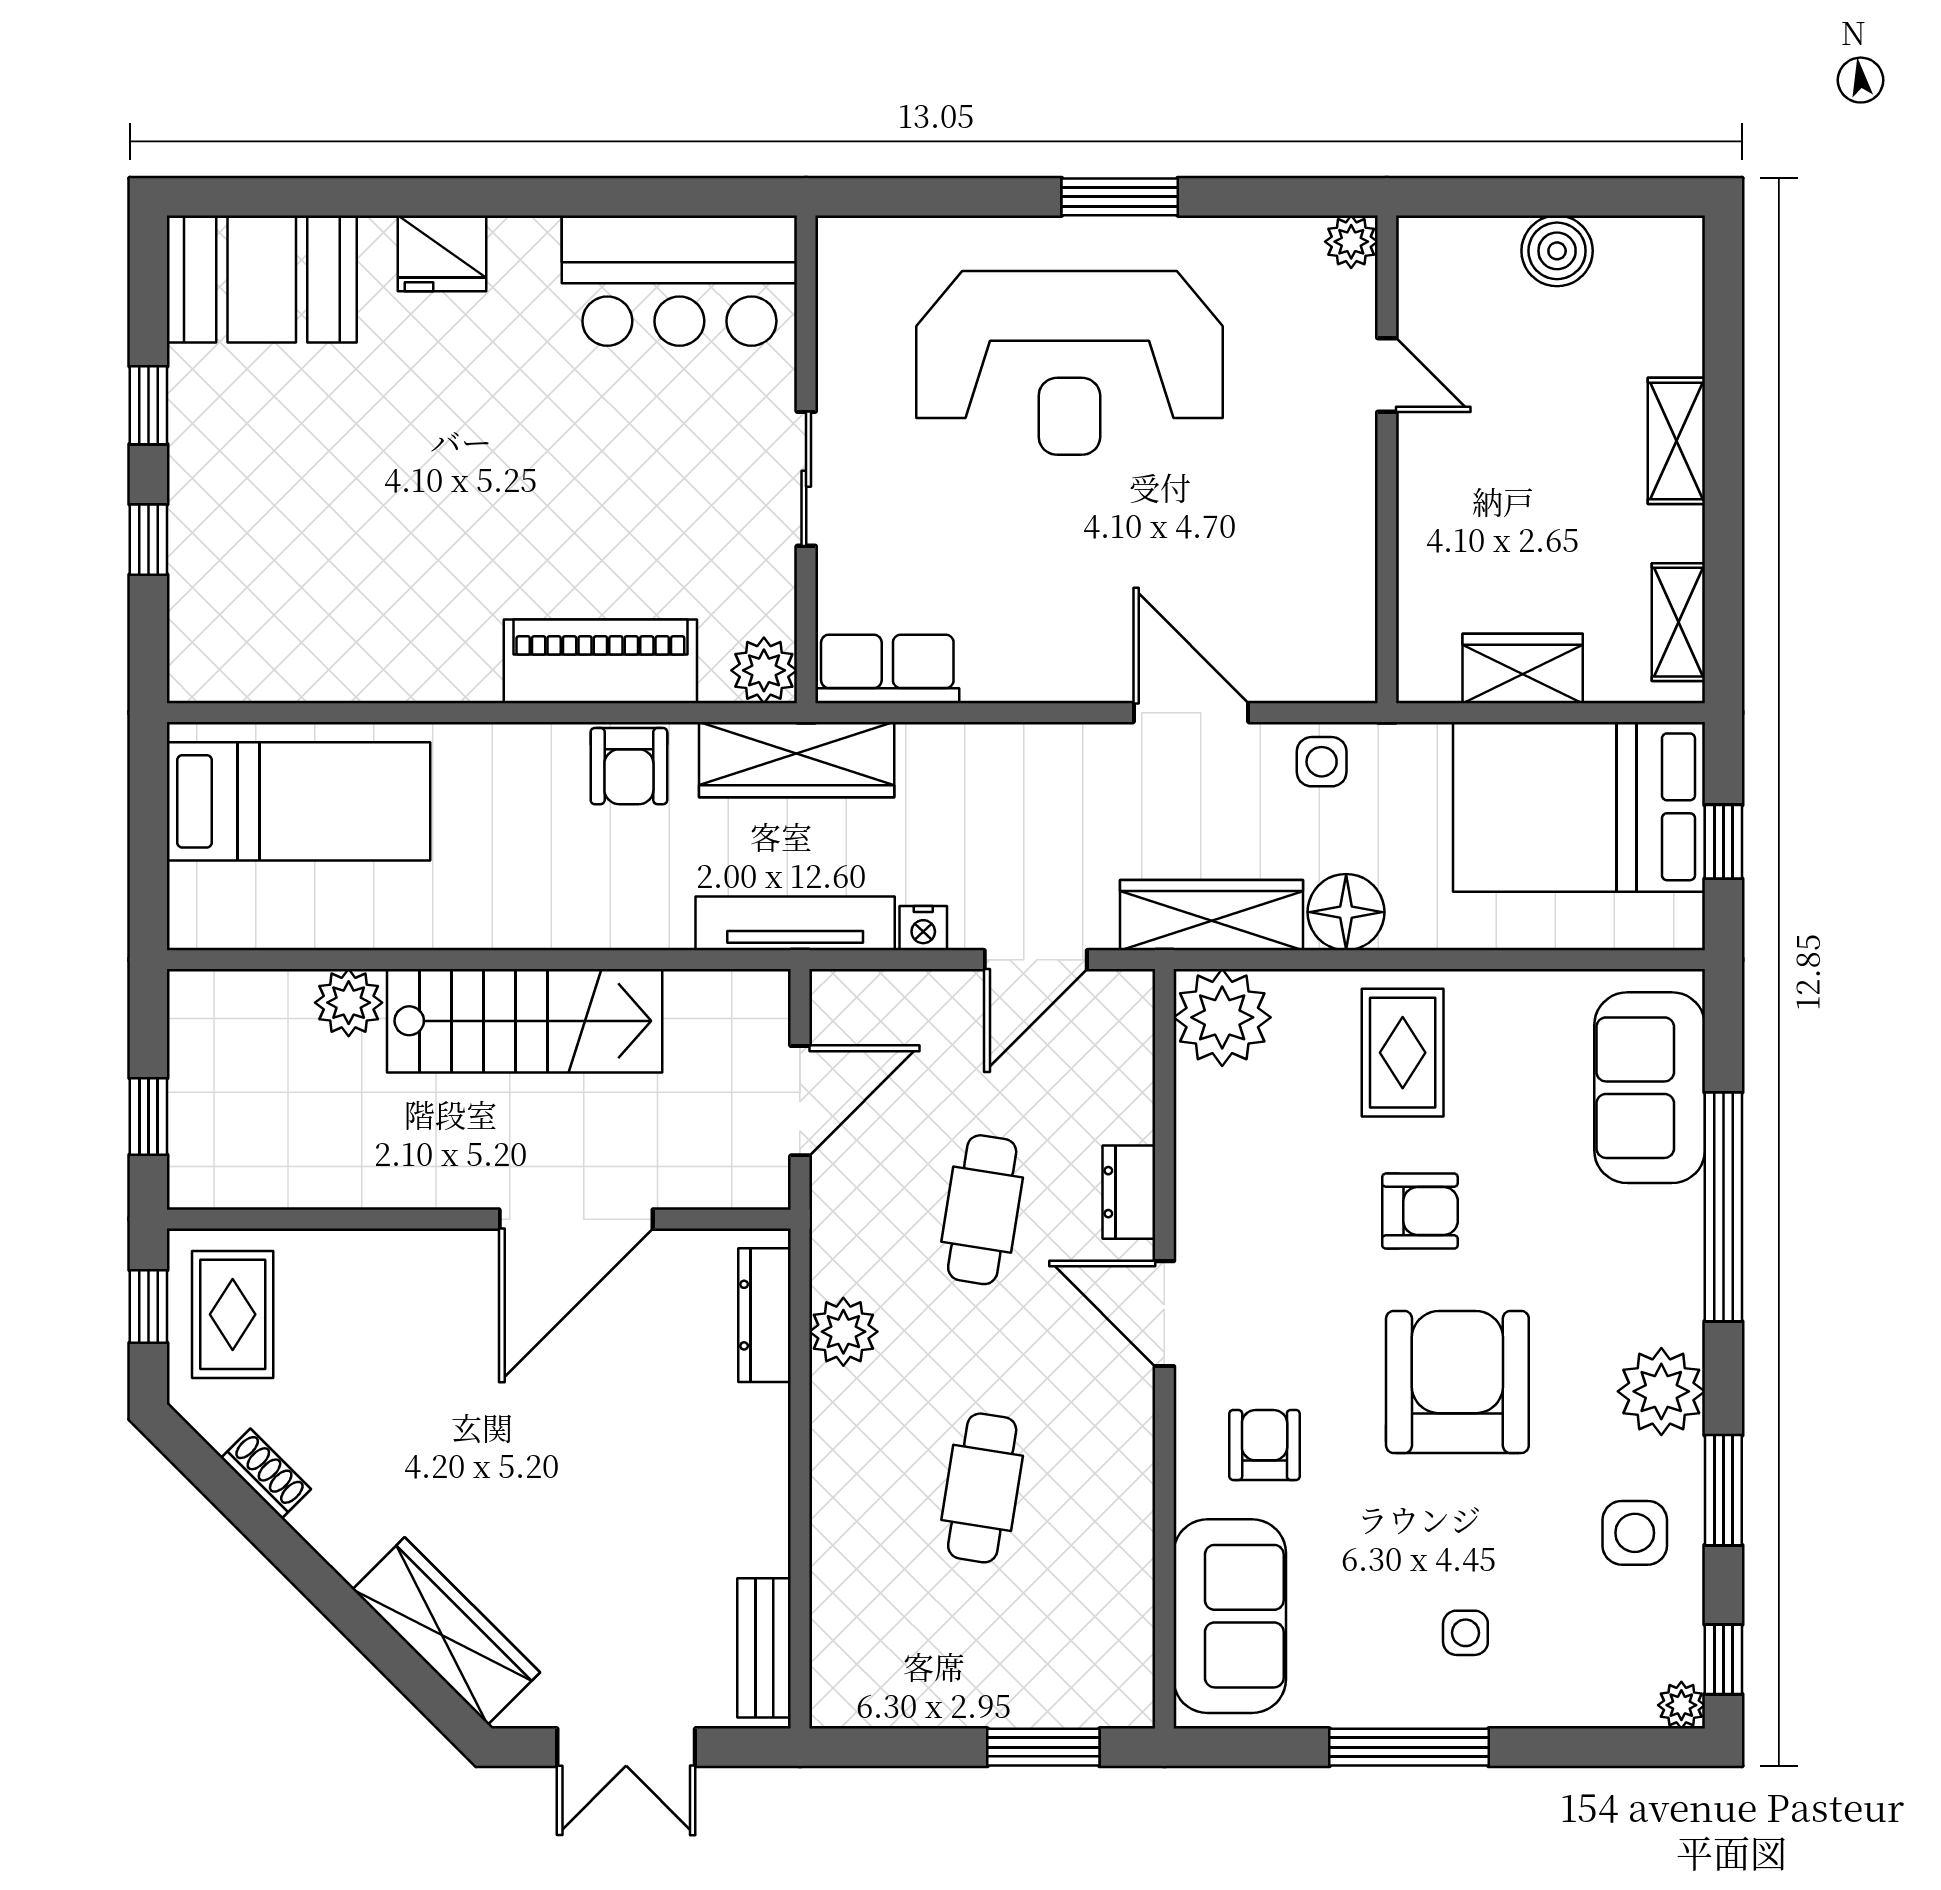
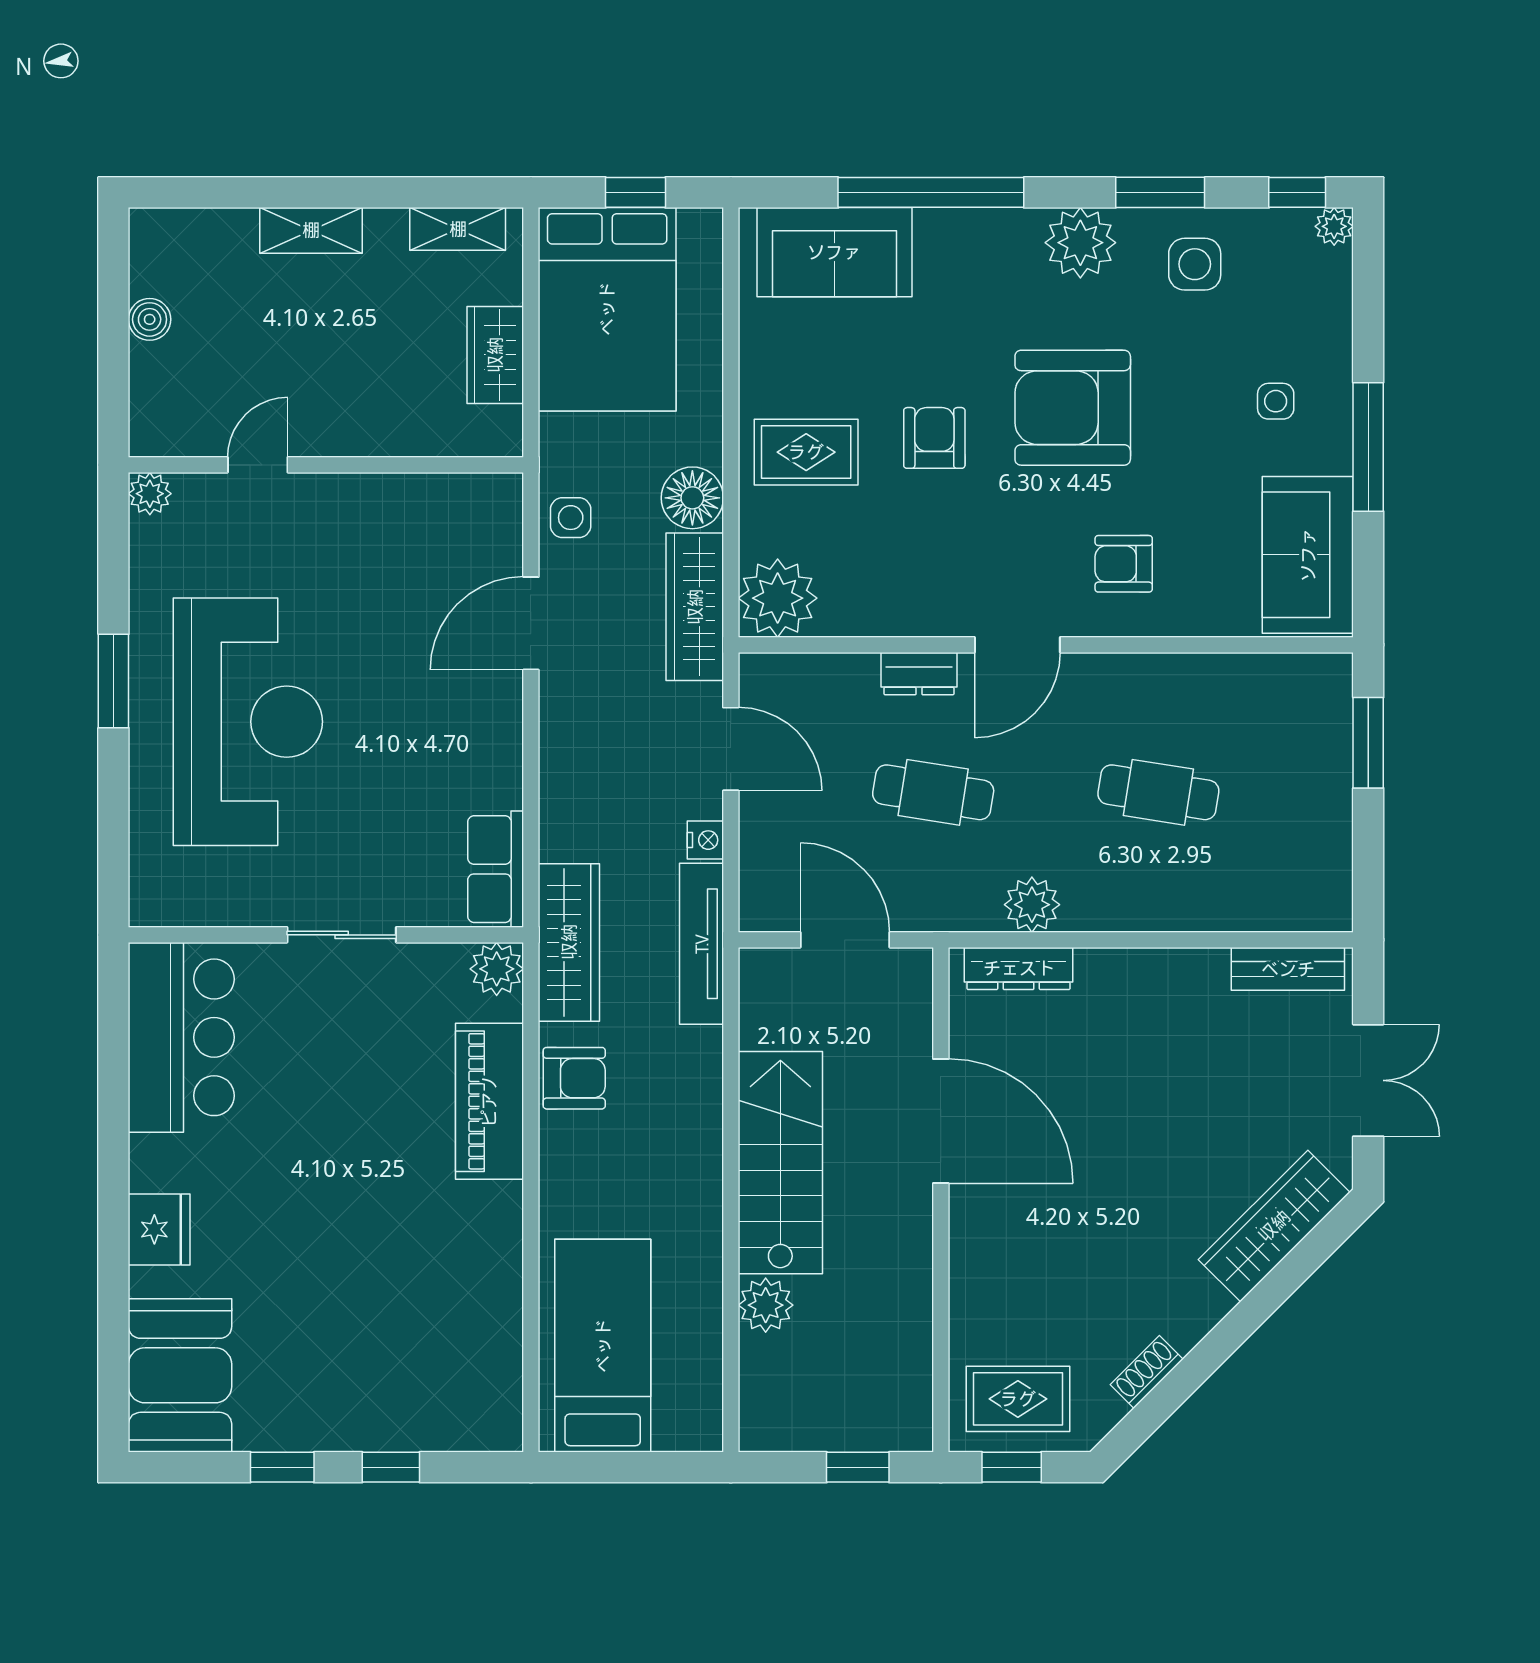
boiler: (1557, 251) -> (150, 319), width x0.73, depth x0.73
sofa: (1230, 1616) -> (1308, 555), moved, turned -90

